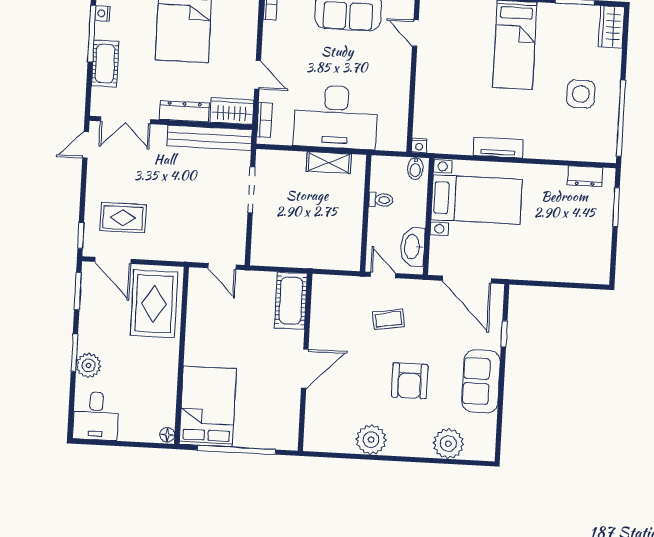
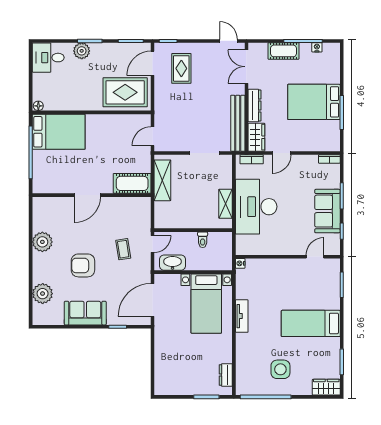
bidet: (415, 168) -> (225, 262), removed
shelving: (289, 255) -> (162, 180), added
door: (305, 369) -> (87, 195), hinge flipped

